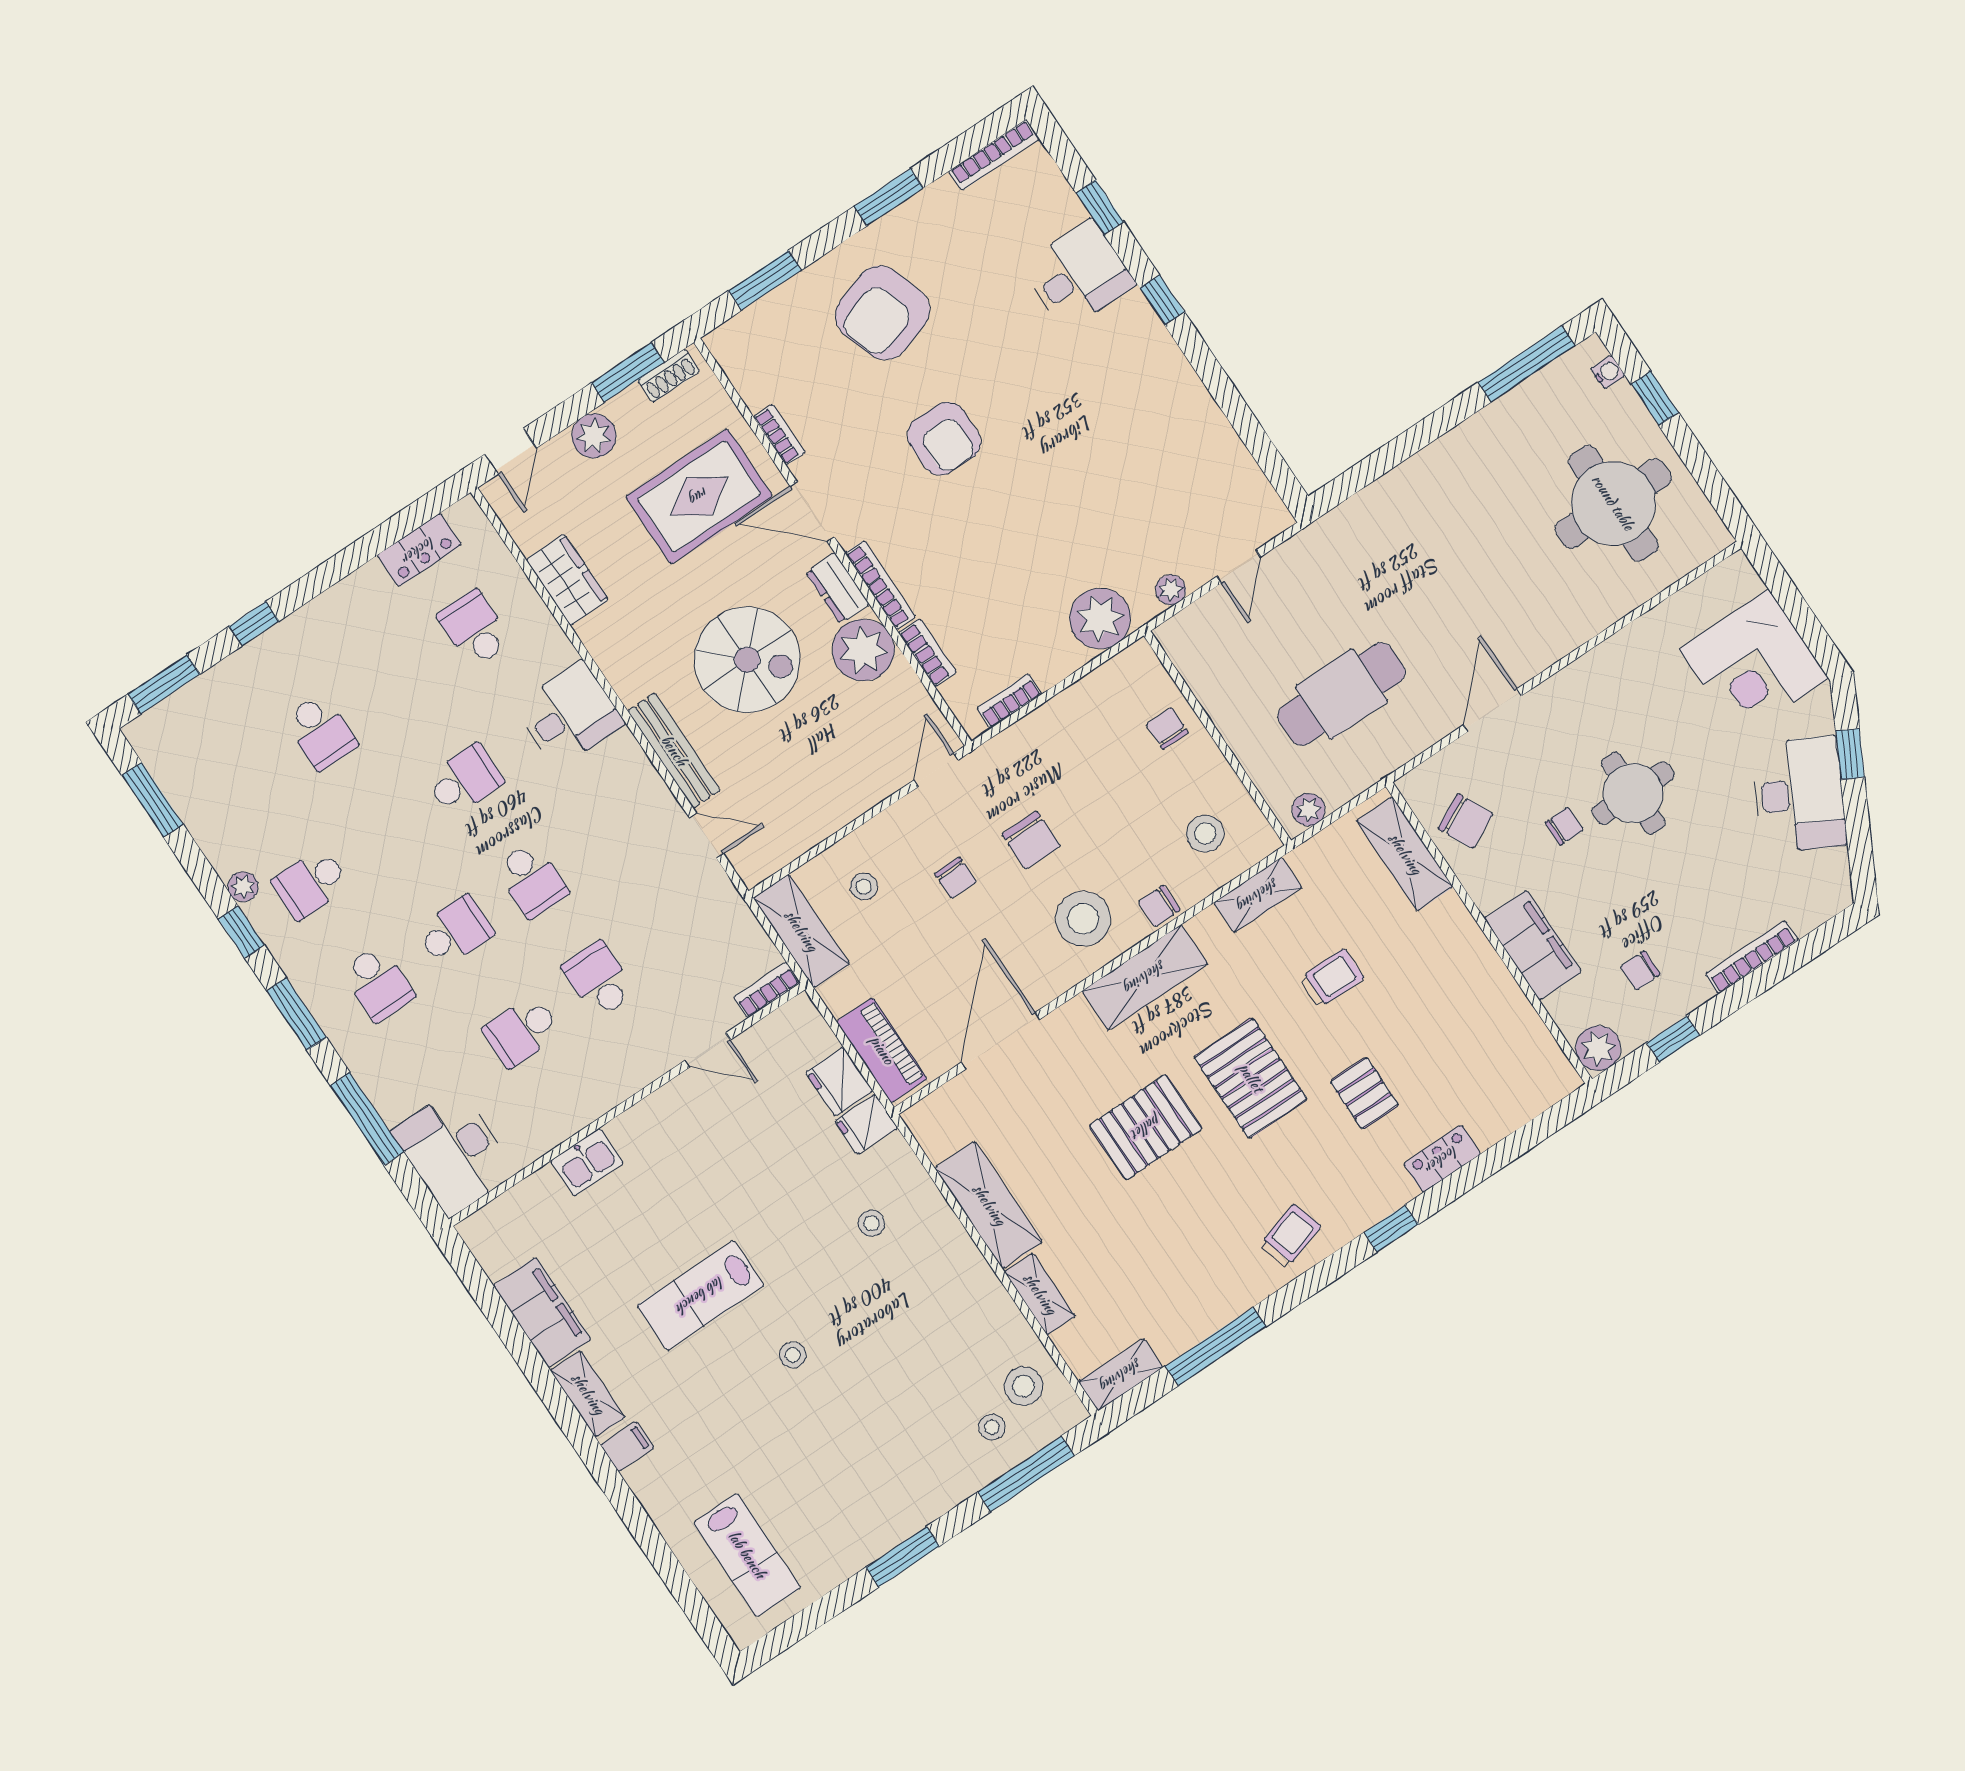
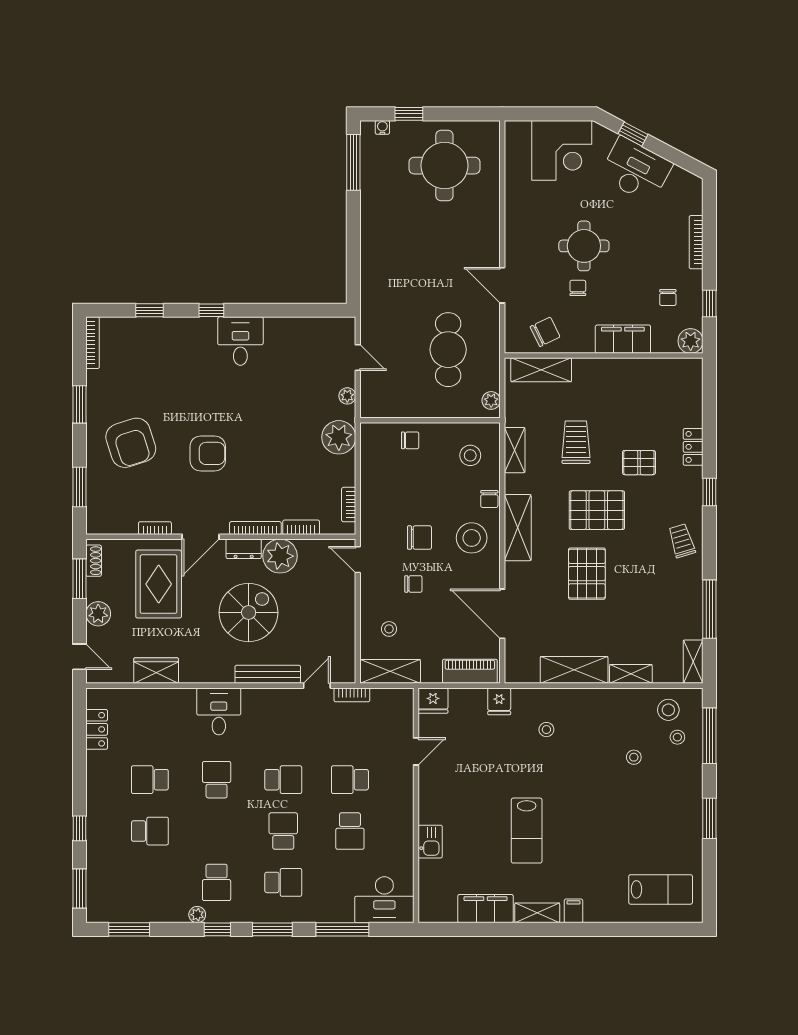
desk: (1078, 275) -> (240, 341), moved
school desk: (474, 629) -> (150, 780), moved
chair: (1167, 728) -> (410, 440), turned 180
trolley: (1331, 979) -> (576, 442), width x1.36, depth x1.39
bookcase: (767, 990) -> (352, 695), moved, turned -90
fridge: (839, 1082) -> (433, 701), moved
stool: (793, 1355) -> (634, 757), moved

